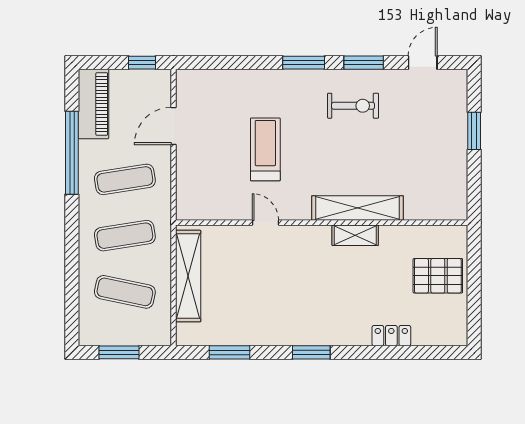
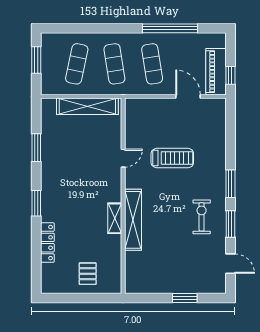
piano: (94, 104) -> (216, 72), moved, turned 90
exercise bike: (353, 106) -> (202, 217), turned 180
pallet: (438, 276) -> (88, 274), width x0.67, depth x0.71
locker: (391, 336) -> (47, 243), width x1.53
window: (229, 352) -> (36, 148), moved
window: (311, 352) -> (36, 203), moved

